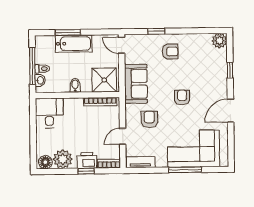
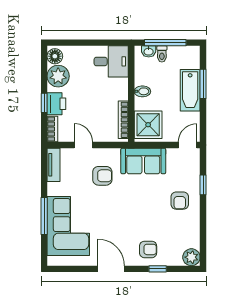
armchair: (182, 98) -> (148, 249), moved

